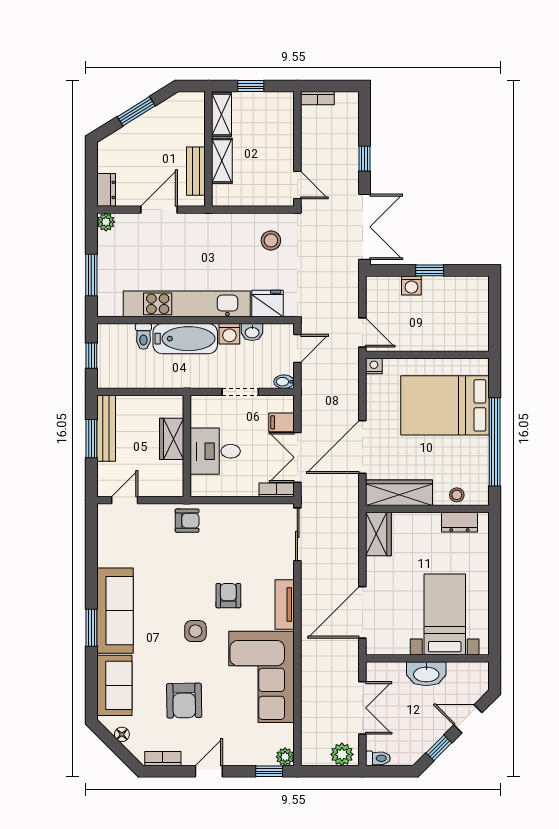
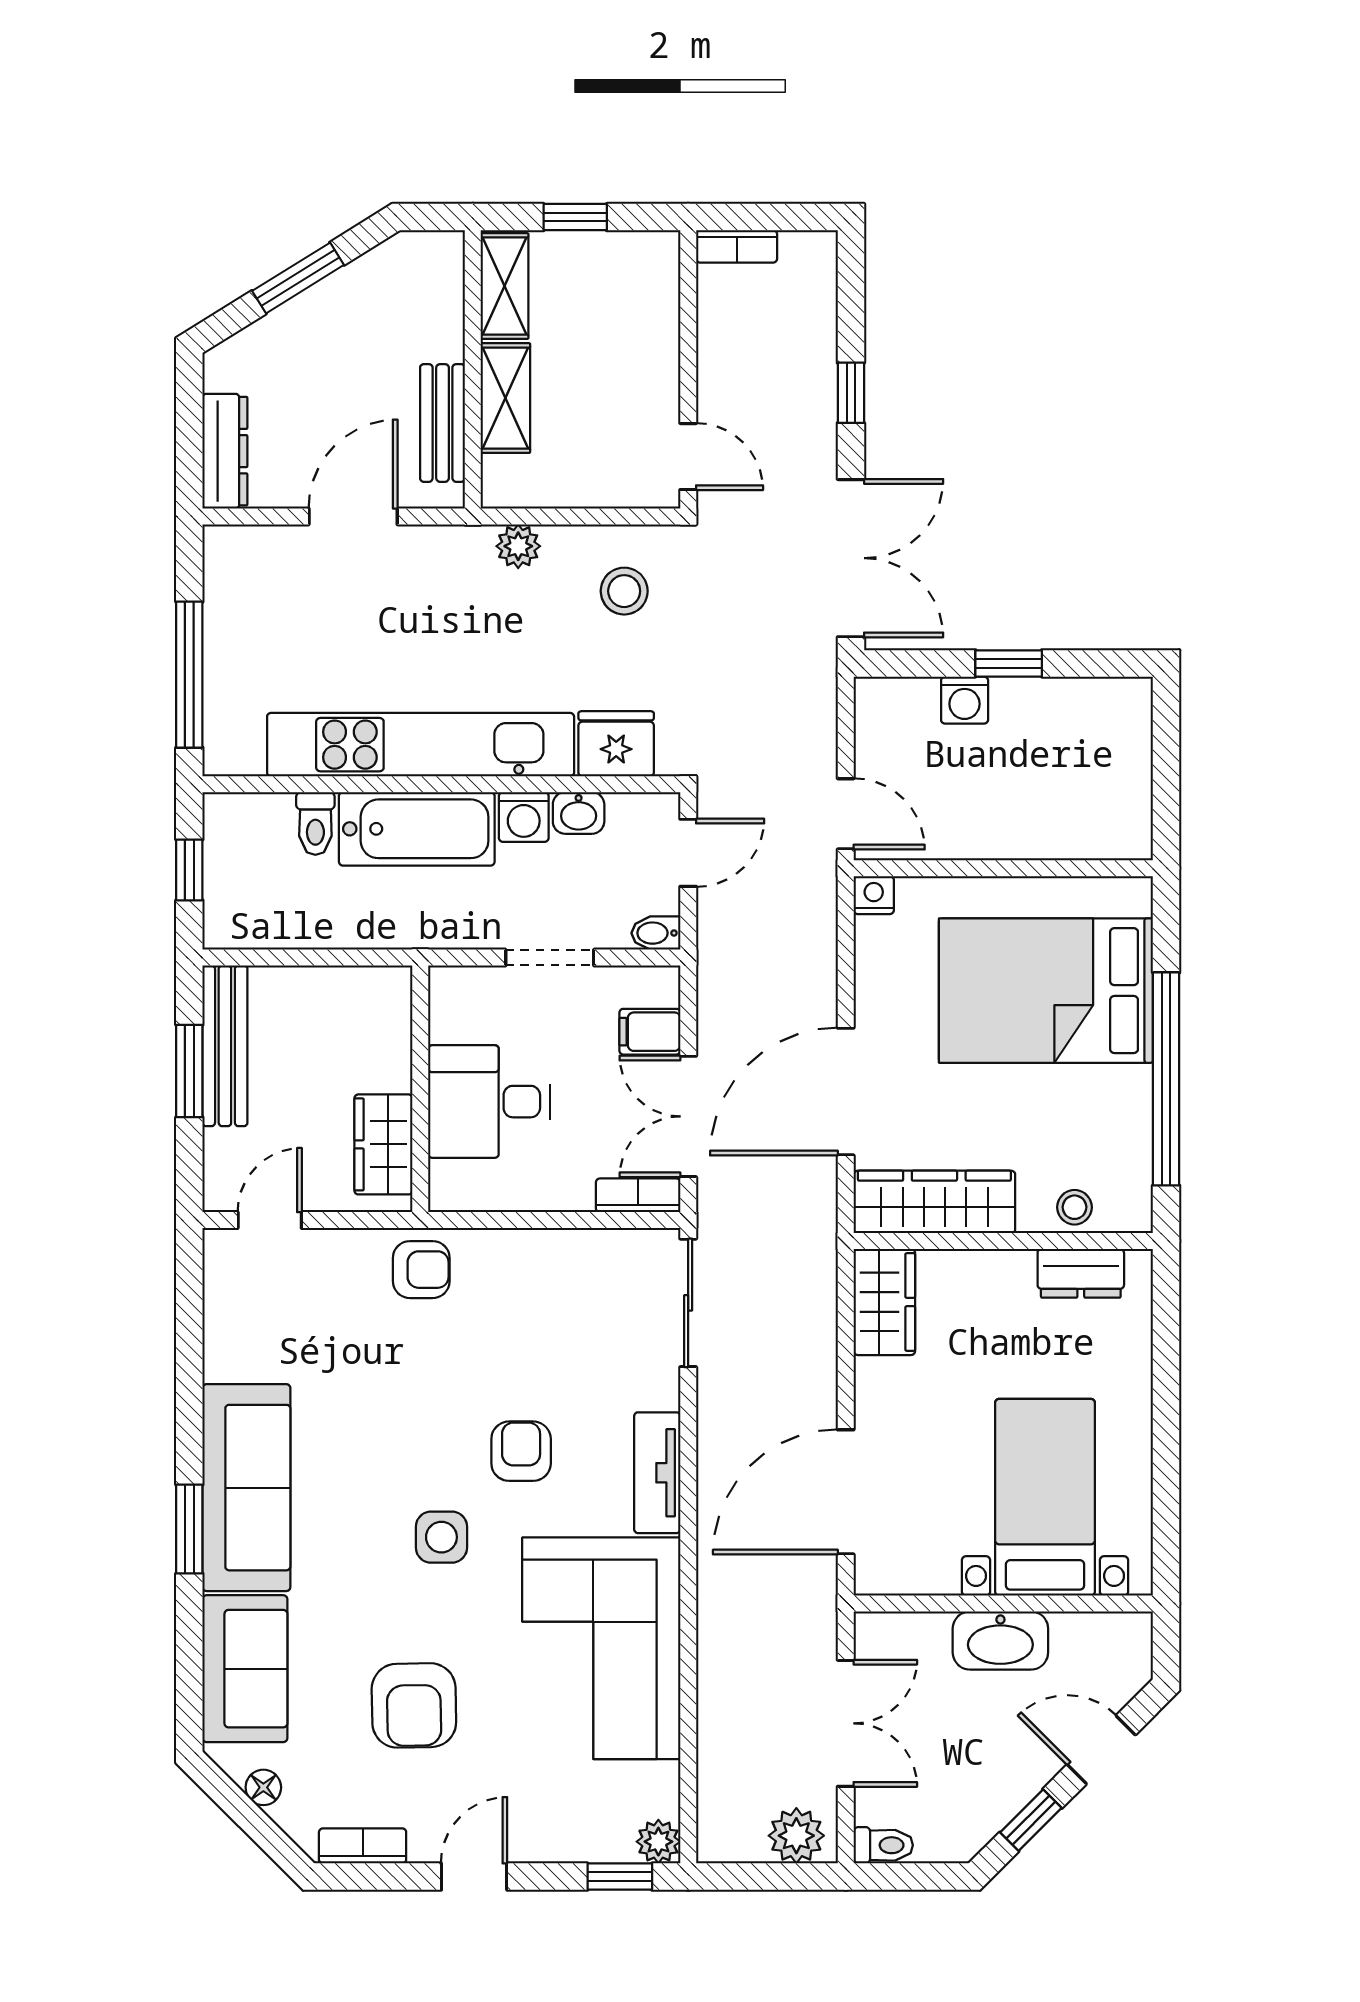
dresser: (106, 190) -> (225, 451), width x1.44
plant: (106, 222) -> (518, 546), moved
window: (91, 275) -> (189, 675), width x1.44
wardrobe: (172, 439) -> (383, 1144), moved

